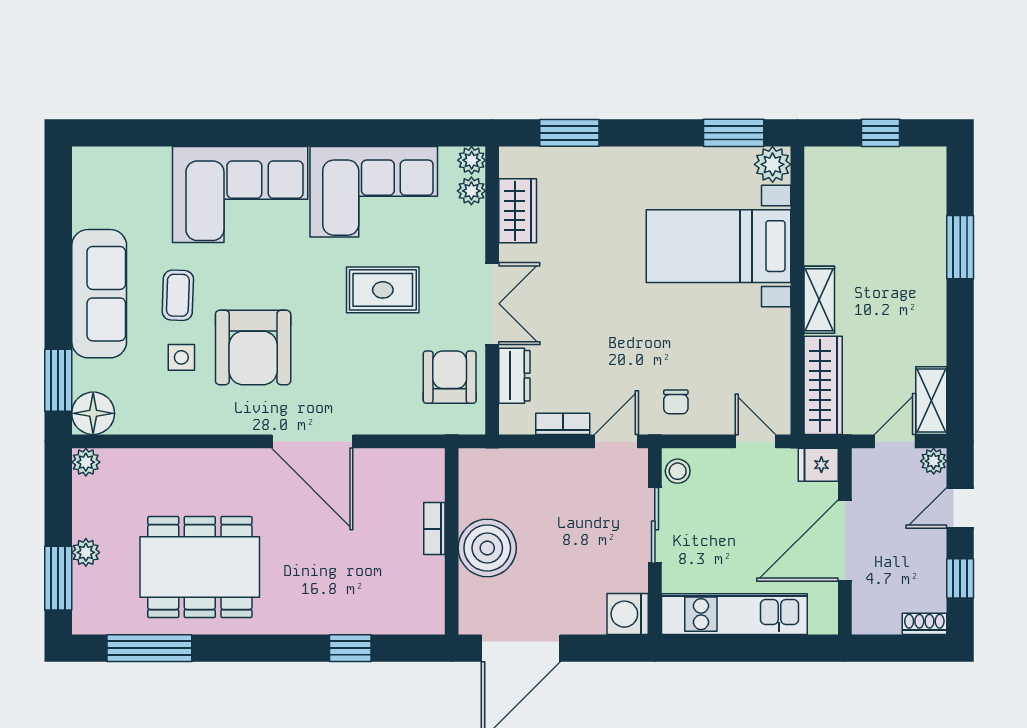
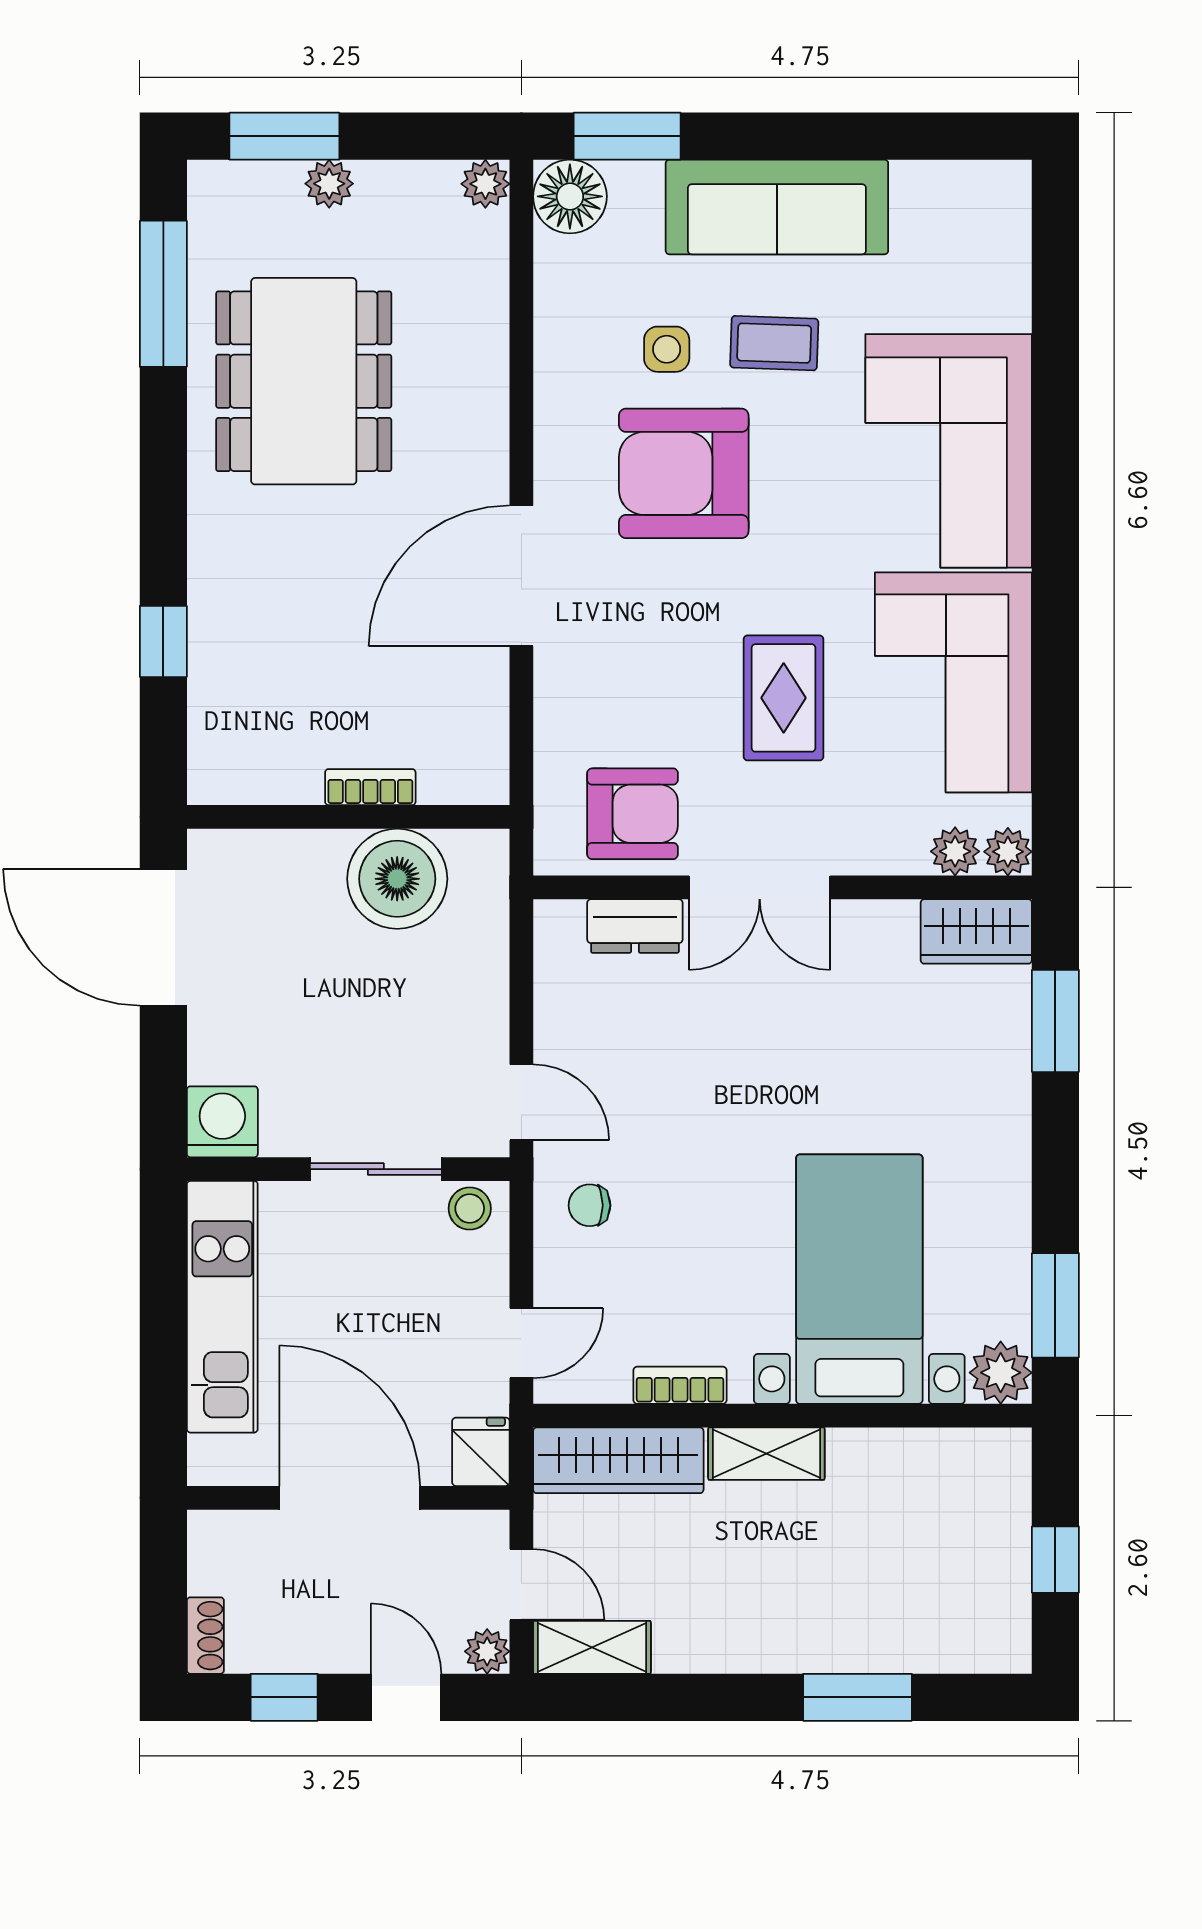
wardrobe: (518, 211) -> (976, 931), moved
bookcase: (563, 424) -> (680, 1385), moved, turned -90
boiler: (487, 548) -> (397, 879), moved

